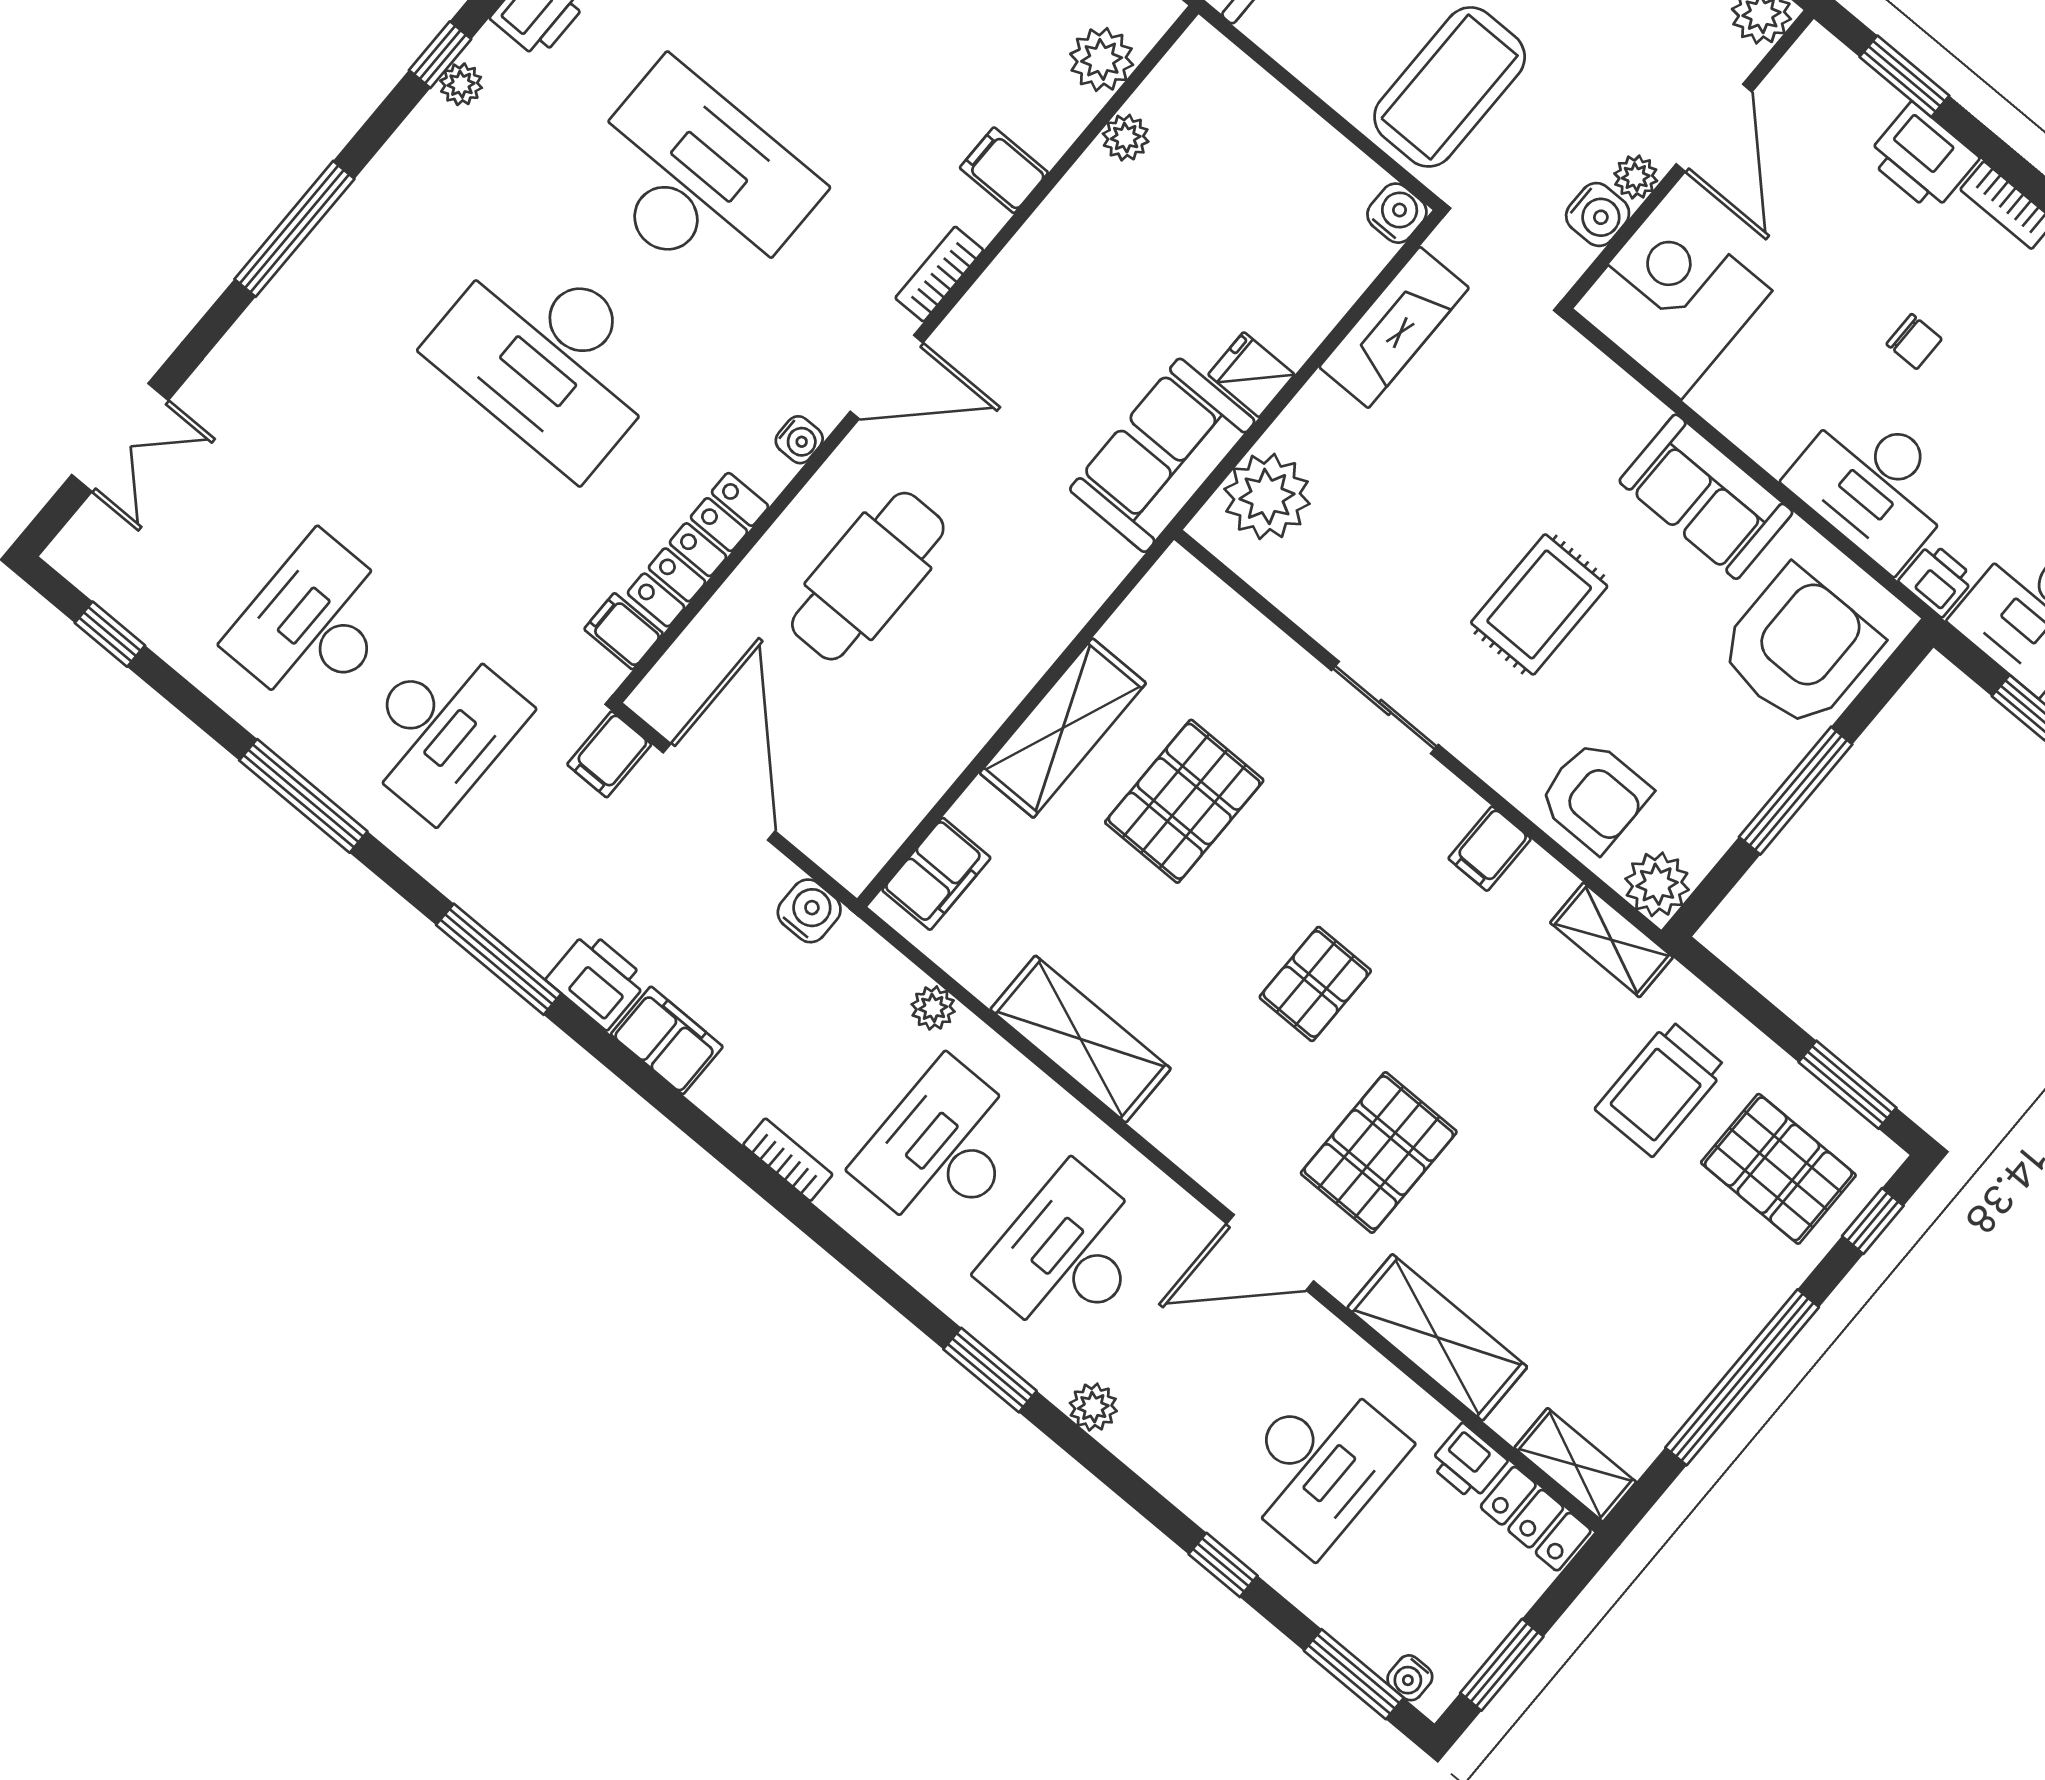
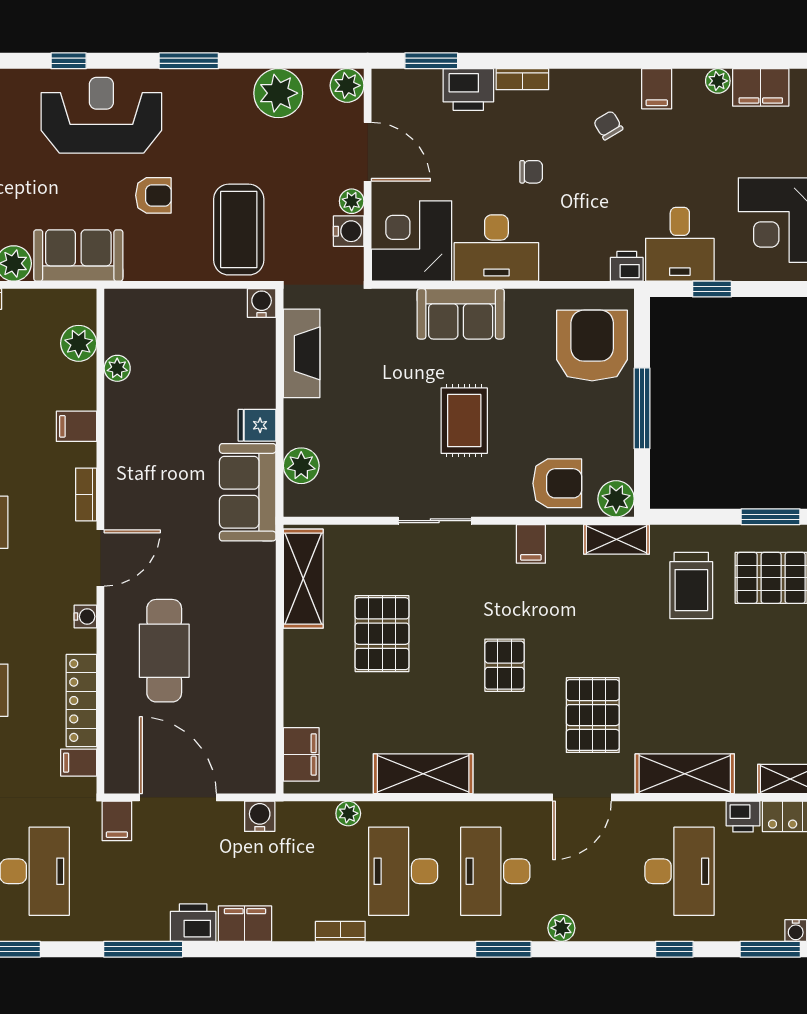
desk: (1874, 485) -> (496, 248), moved
plant: (1267, 496) -> (301, 466), width x0.73, depth x0.73
sofa: (1706, 497) -> (461, 314), moved
shelving: (1063, 728) -> (303, 579), moved

